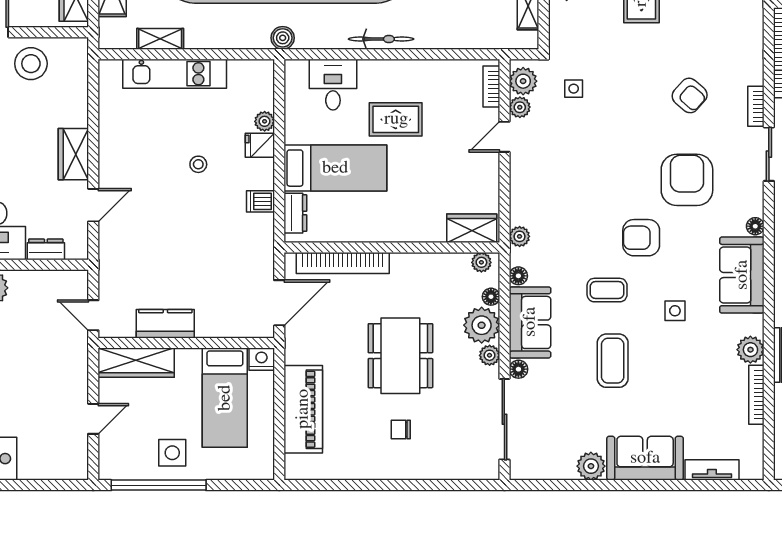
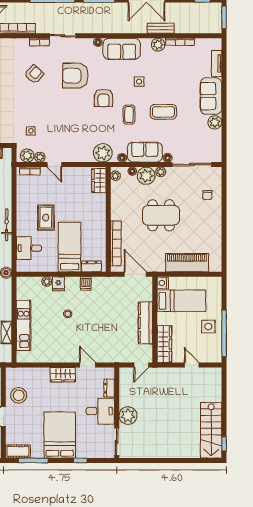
plant: (520, 236) -> (103, 153), width x1.88, depth x1.88
kitchen counter: (165, 324) -> (145, 323), width x1.50
chair: (401, 429) -> (207, 195), moved

